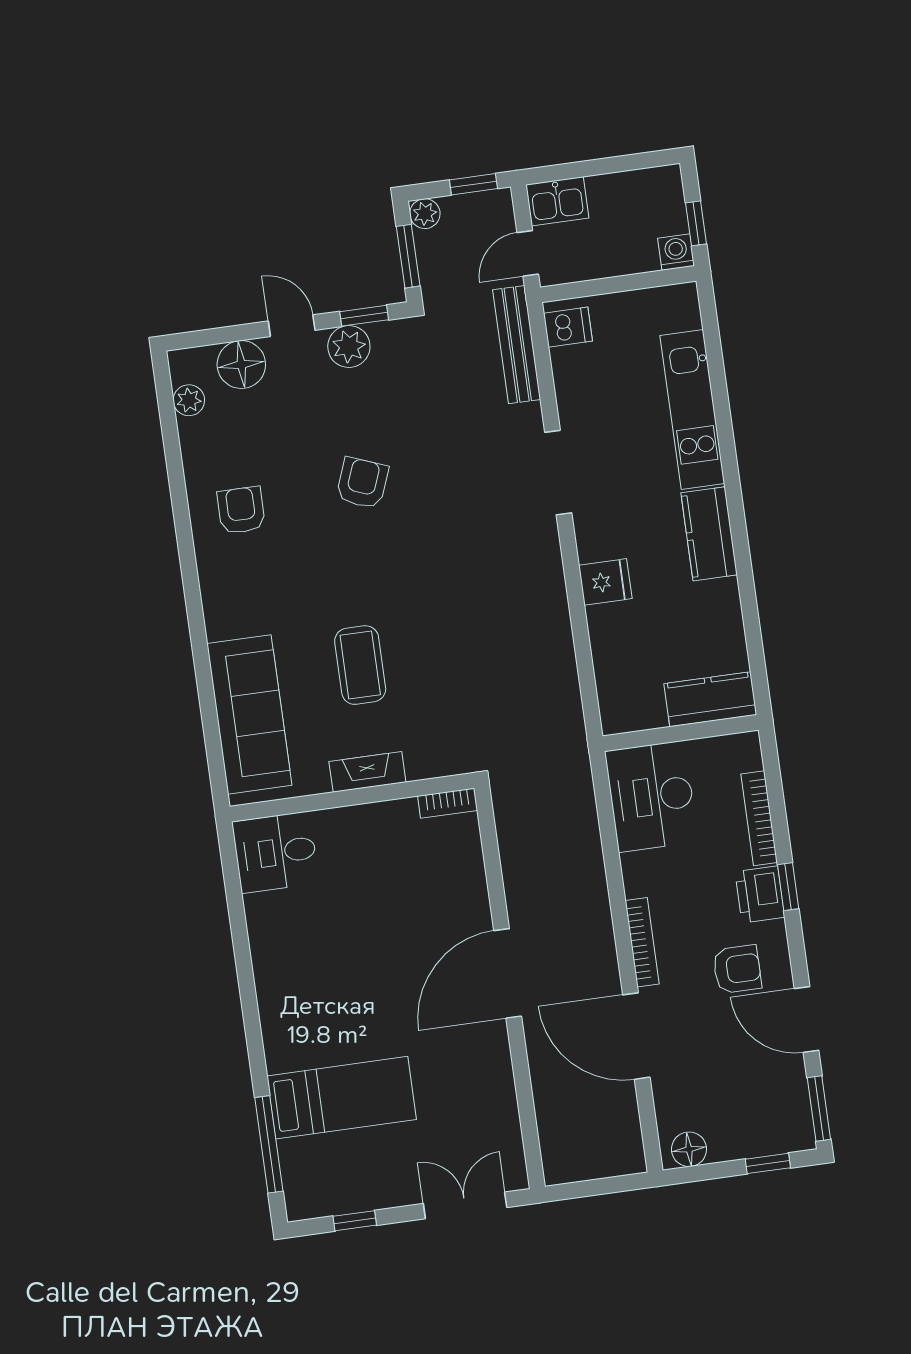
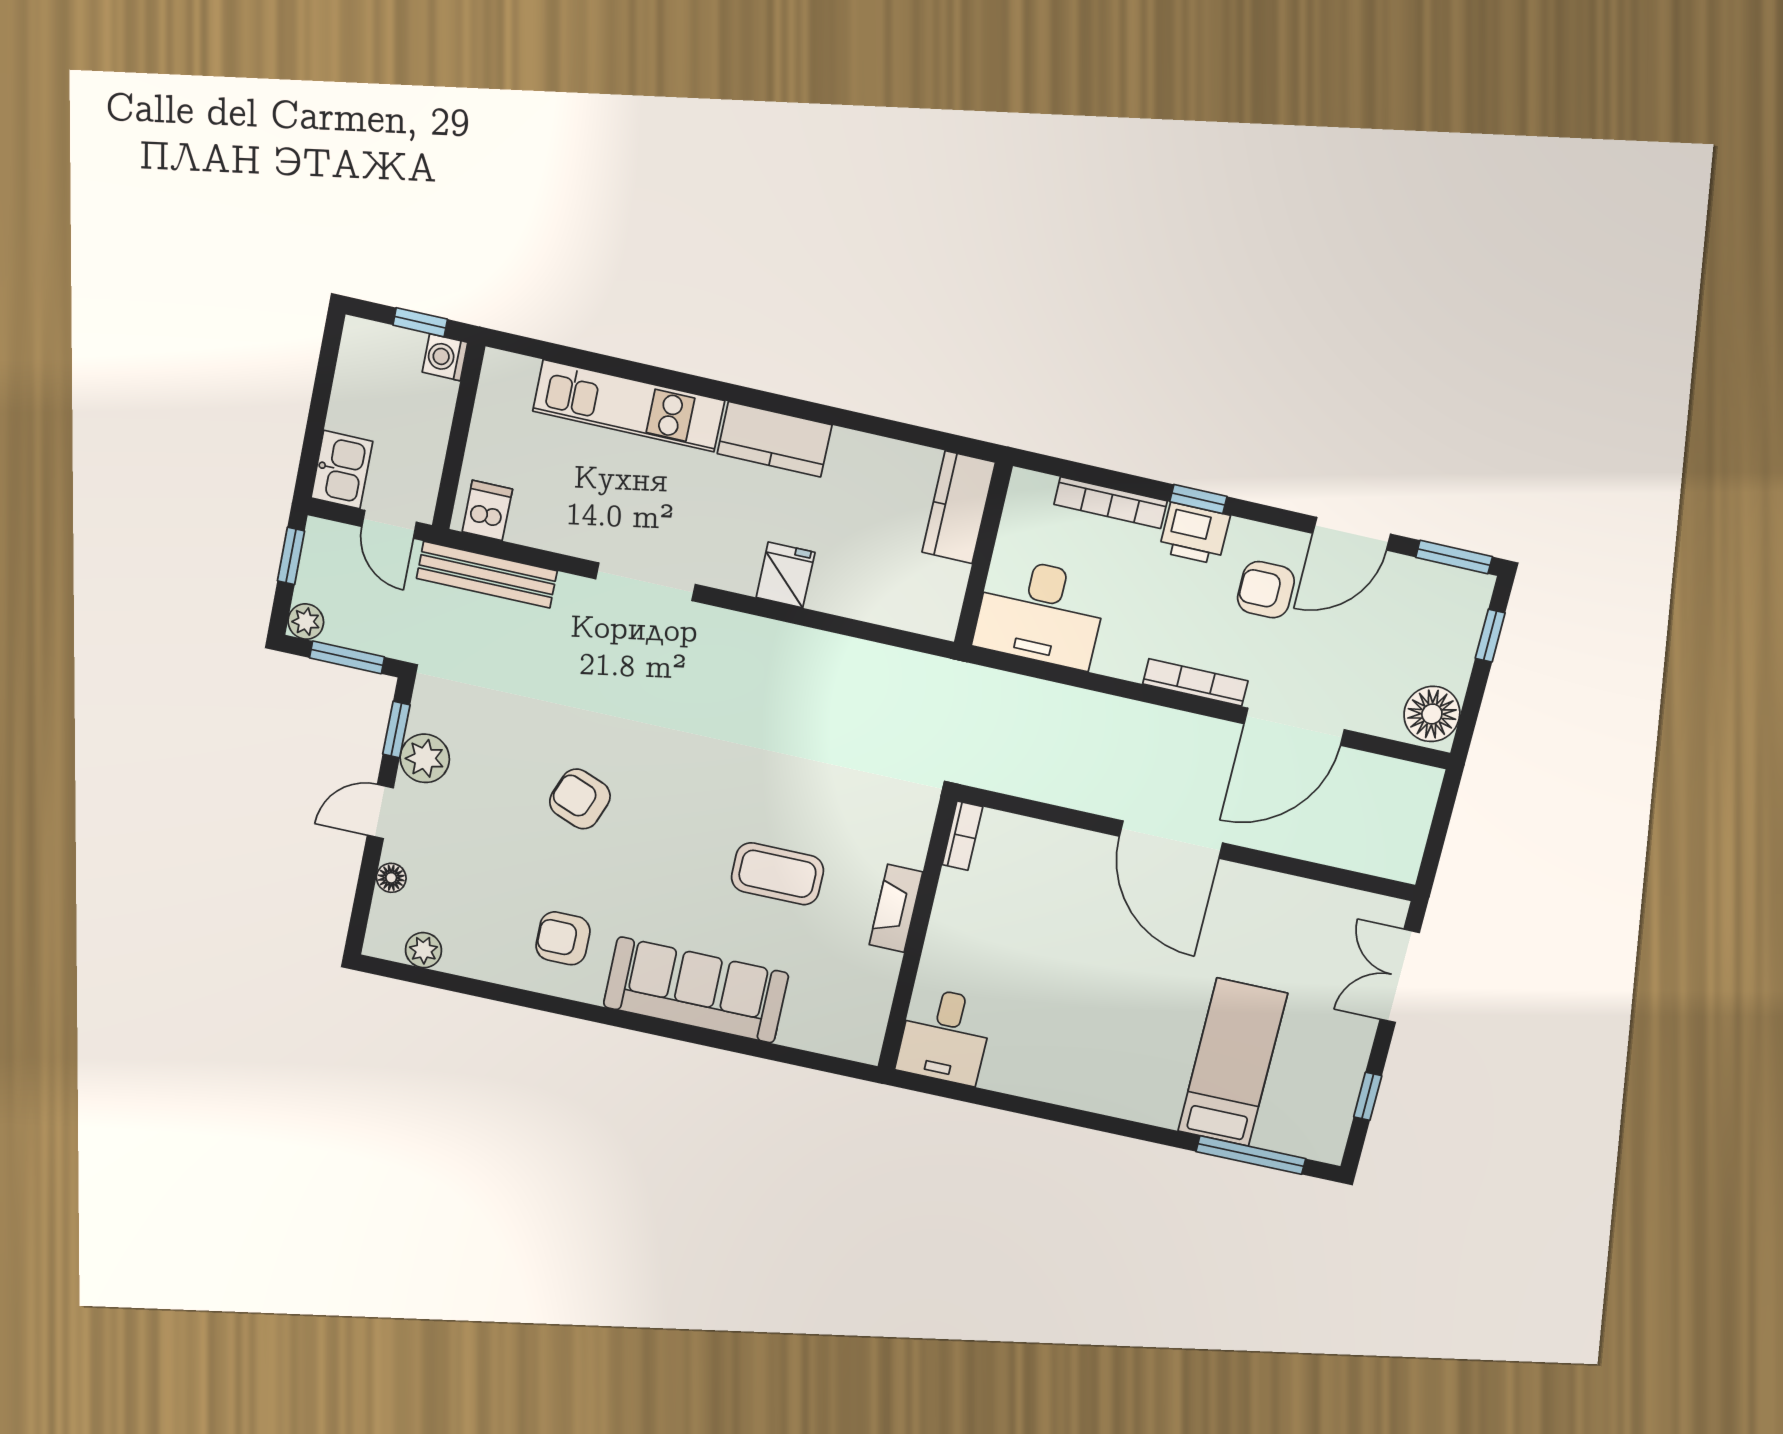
floor lamp: (241, 365) -> (391, 878), width x0.53, depth x0.53
sofa: (249, 714) -> (696, 990), moved
armchair: (737, 969) -> (1266, 590), turned -90
floor lamp: (689, 1149) -> (1432, 714), width x1.38, depth x1.38

